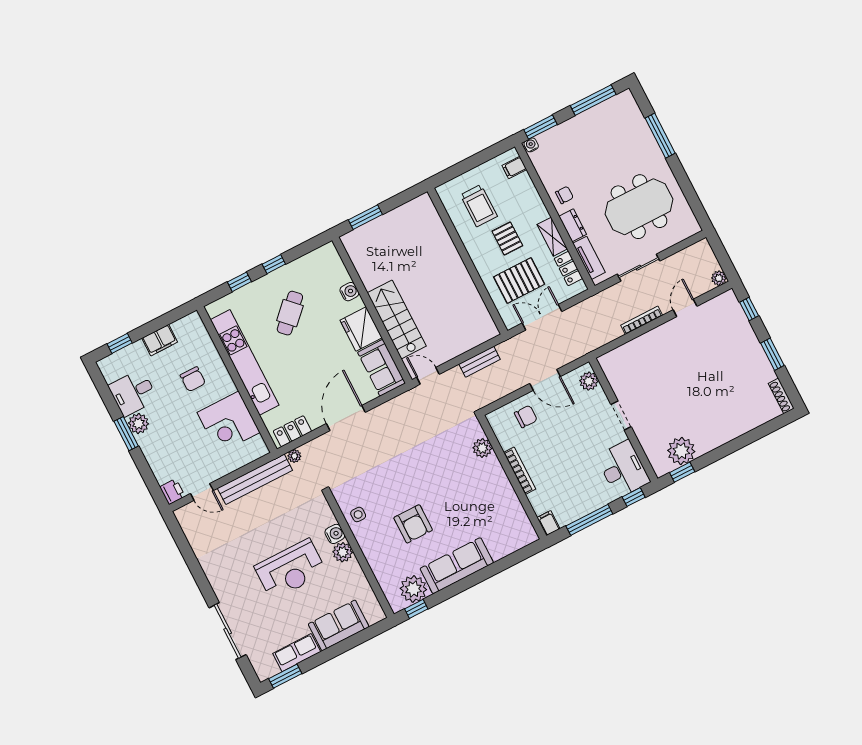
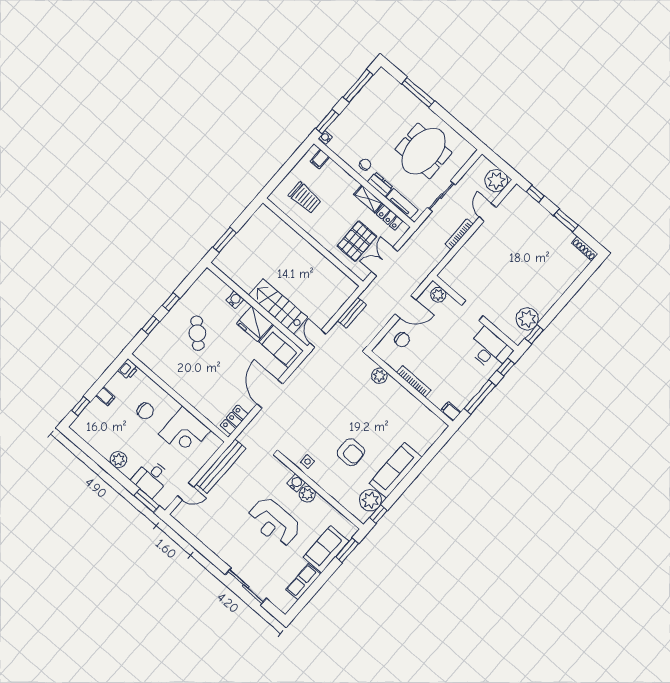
pallet: (507, 238) -> (336, 214), removed
plant: (719, 278) -> (496, 181), width x1.88, depth x1.88
filing cabinet: (160, 340) -> (105, 396), width x0.50
kitchen unit: (245, 362) -> (179, 383), removed
door: (428, 376) -> (318, 339), hinge flipped
desk: (133, 393) -> (151, 478), moved
chair: (526, 416) -> (402, 340), turned 92
window: (126, 434) -> (147, 501), moved
plant: (294, 456) -> (243, 437), removed
printer: (172, 492) -> (128, 369), moved, turned 90
reception desk: (290, 569) -> (274, 522), turned 90
window: (285, 676) -> (347, 550), moved

